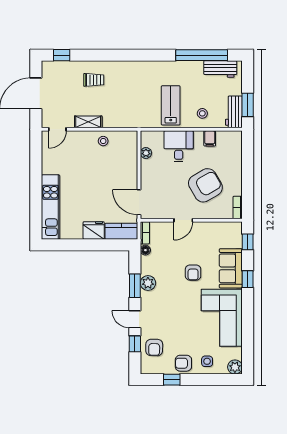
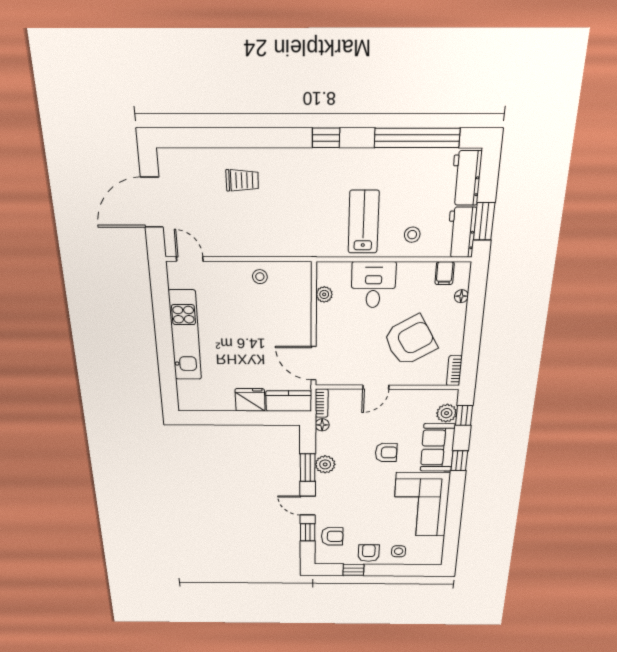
window: (62, 55) -> (326, 138), moved
workbench: (220, 69) -> (466, 178), moved, turned 90
shelving: (88, 122) -> (236, 248), removed
door: (57, 129) -> (190, 259), swing flipped
filing cabinet: (210, 138) -> (445, 273), moved
floor lamp: (238, 154) -> (461, 296), added
kitchen unit: (50, 207) -> (185, 335), moved
armchair: (193, 273) -> (386, 452), turned -90
armchair: (154, 347) -> (332, 536), turned -91
armchair: (183, 363) -> (369, 553), turned 90
plant: (235, 367) -> (447, 413), moved

